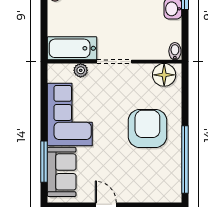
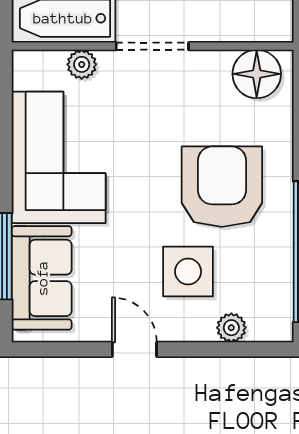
bidet: (175, 51) -> (280, 24), removed
side table: (131, 169) -> (188, 272), added
plant: (152, 196) -> (231, 328), added

